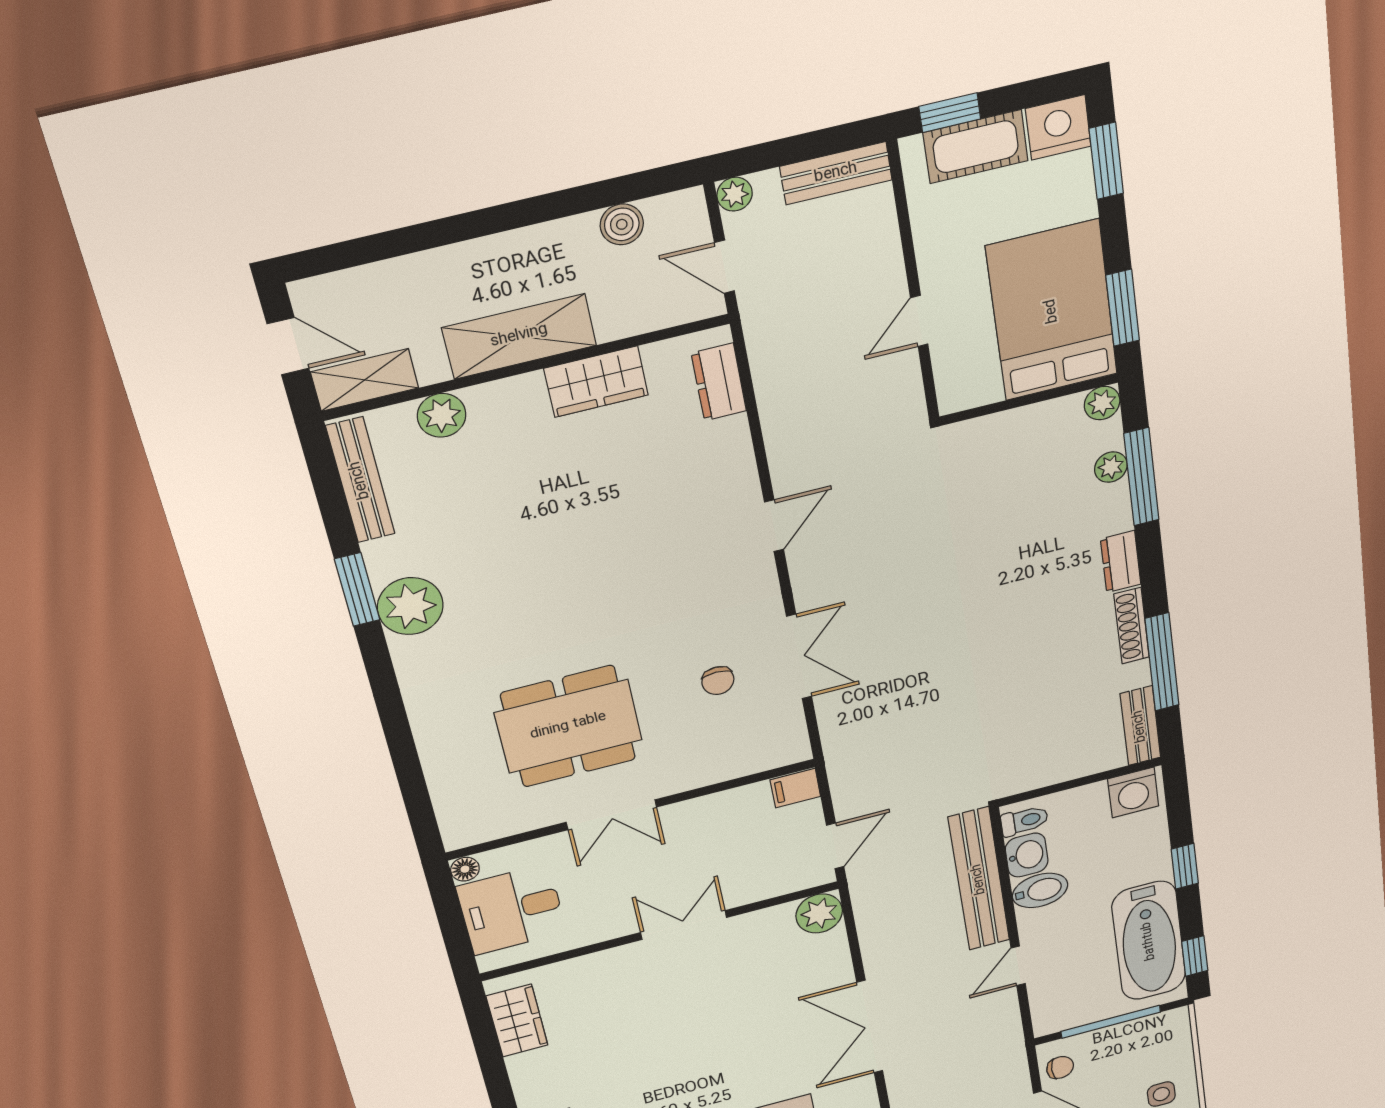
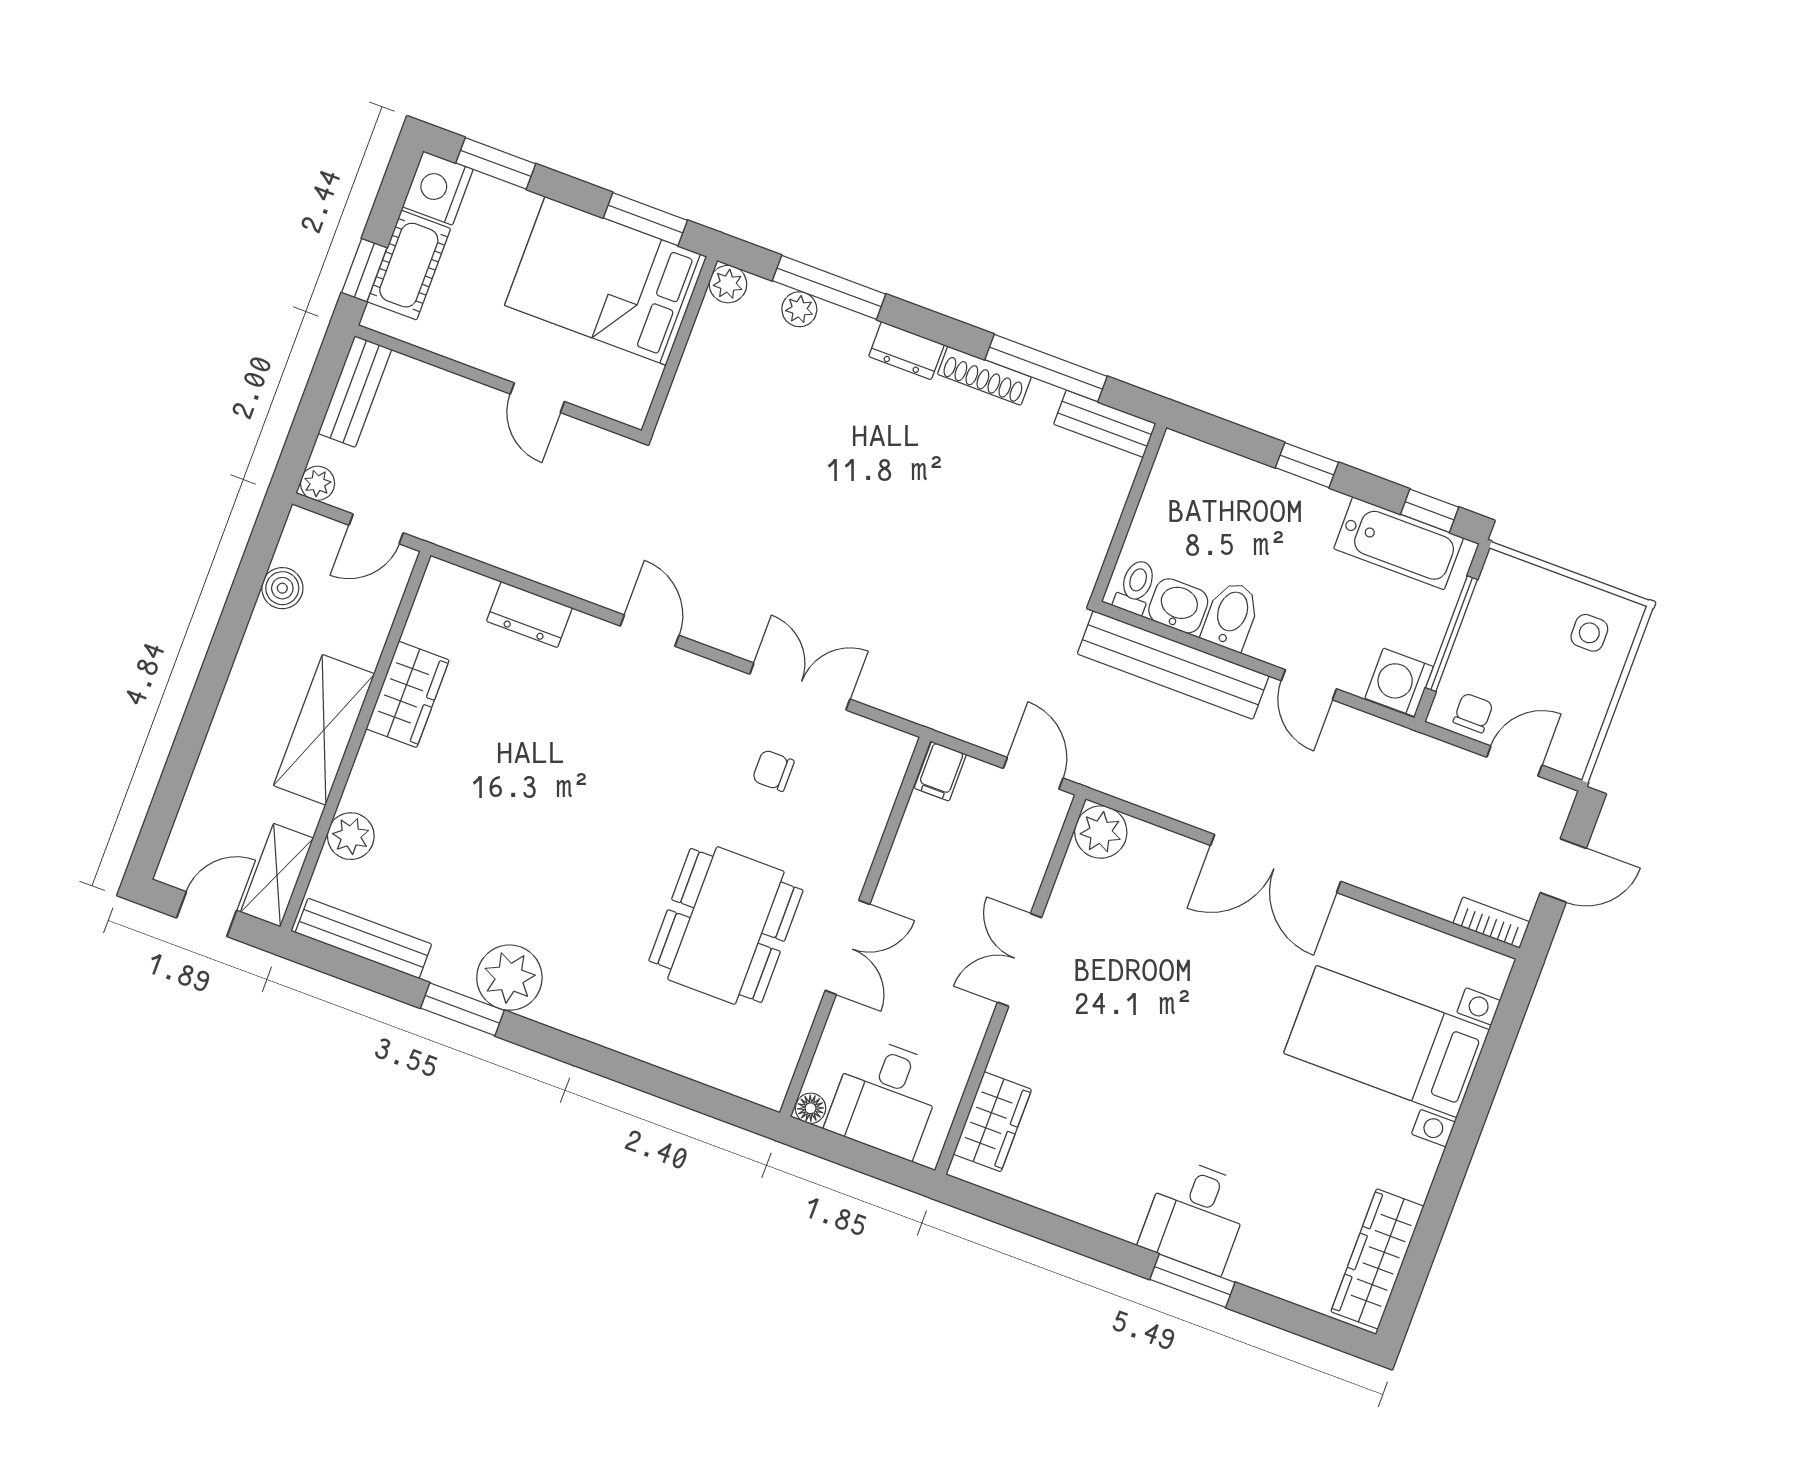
dresser: (719, 382) -> (529, 614), moved
chair: (718, 681) -> (773, 771), turned 180
washing machine: (1133, 793) -> (1399, 682), moved, turned 180
bathtub: (1149, 941) -> (1399, 543), width x0.73, depth x0.73
wardrobe: (517, 1021) -> (992, 1122), moved, turned 90

